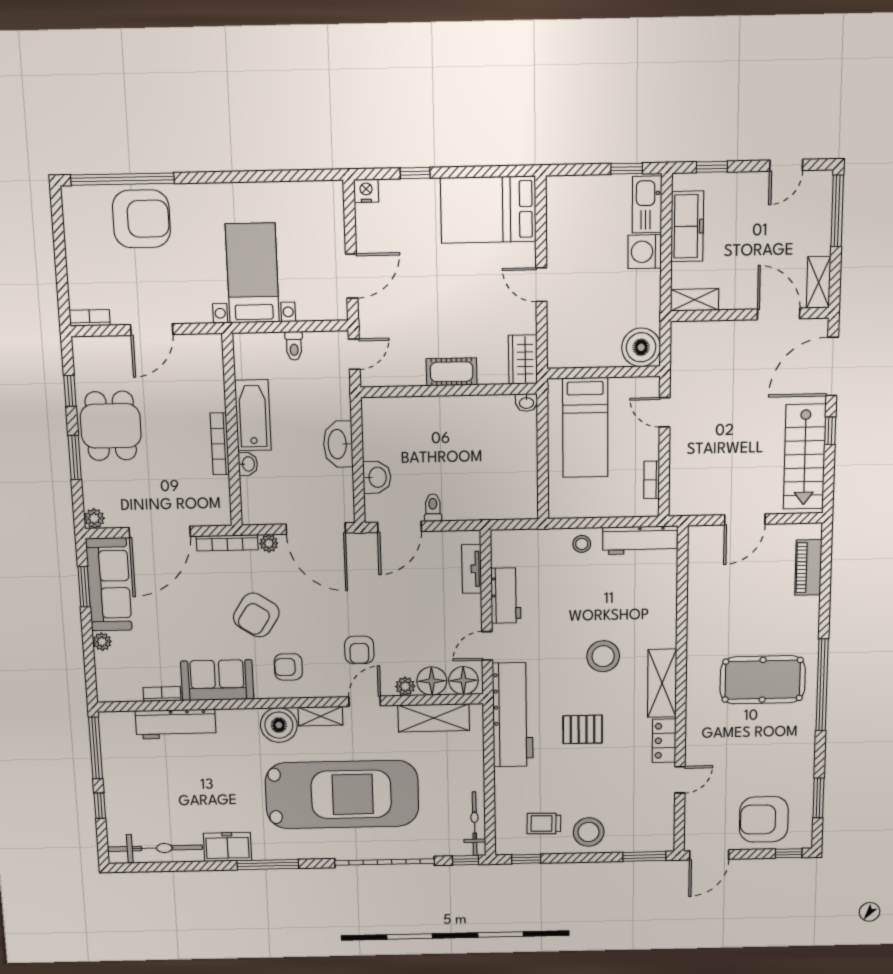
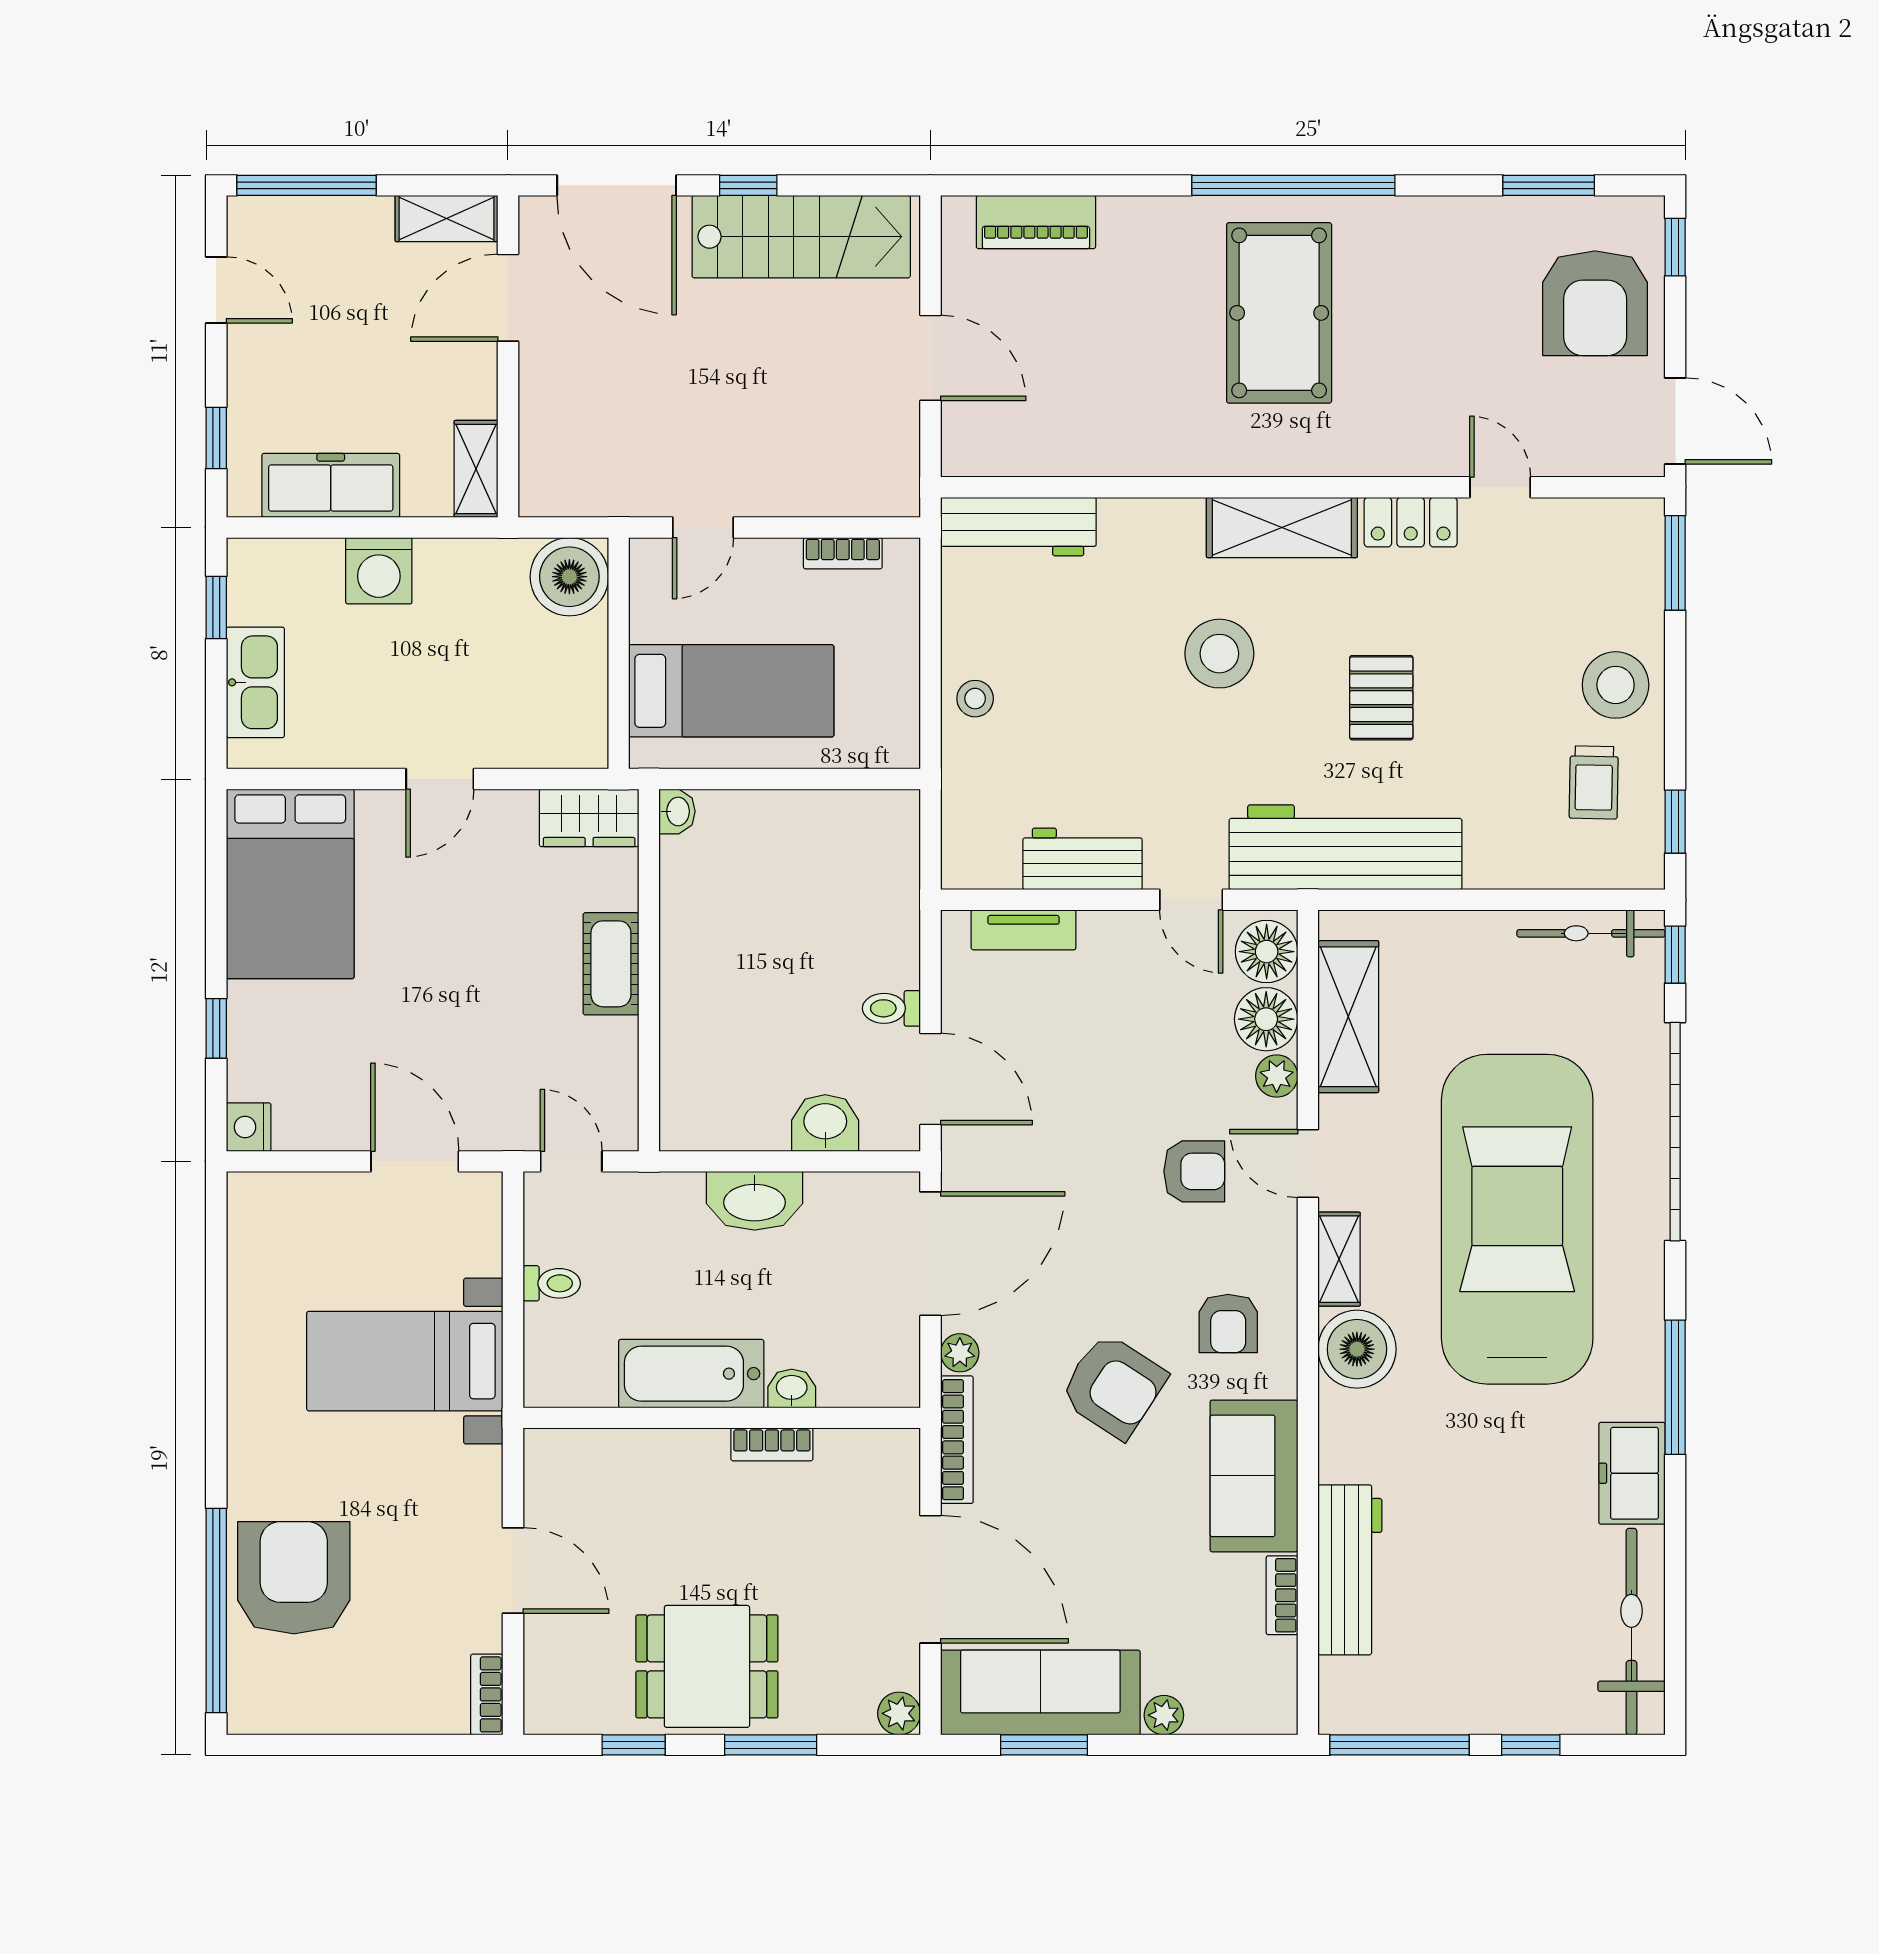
kitchen sink: (647, 204) -> (255, 682), moved, turned -90
bookcase: (220, 444) -> (772, 1444), width x0.64
workbench: (640, 540) -> (1018, 527), moved, turned 90

